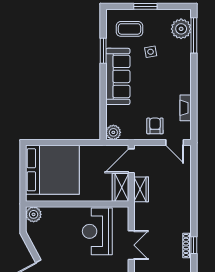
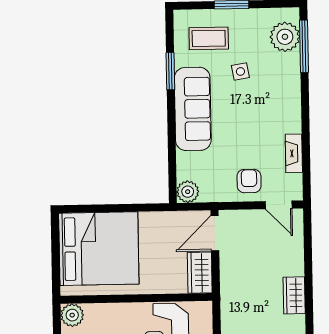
wardrobe: (141, 189) -> (294, 295), moved, turned 180

